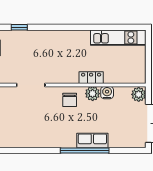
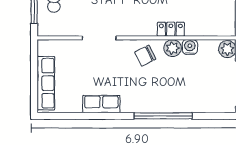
chair: (70, 100) -> (145, 56), turned 64
row of seats: (92, 141) -> (101, 104), moved

